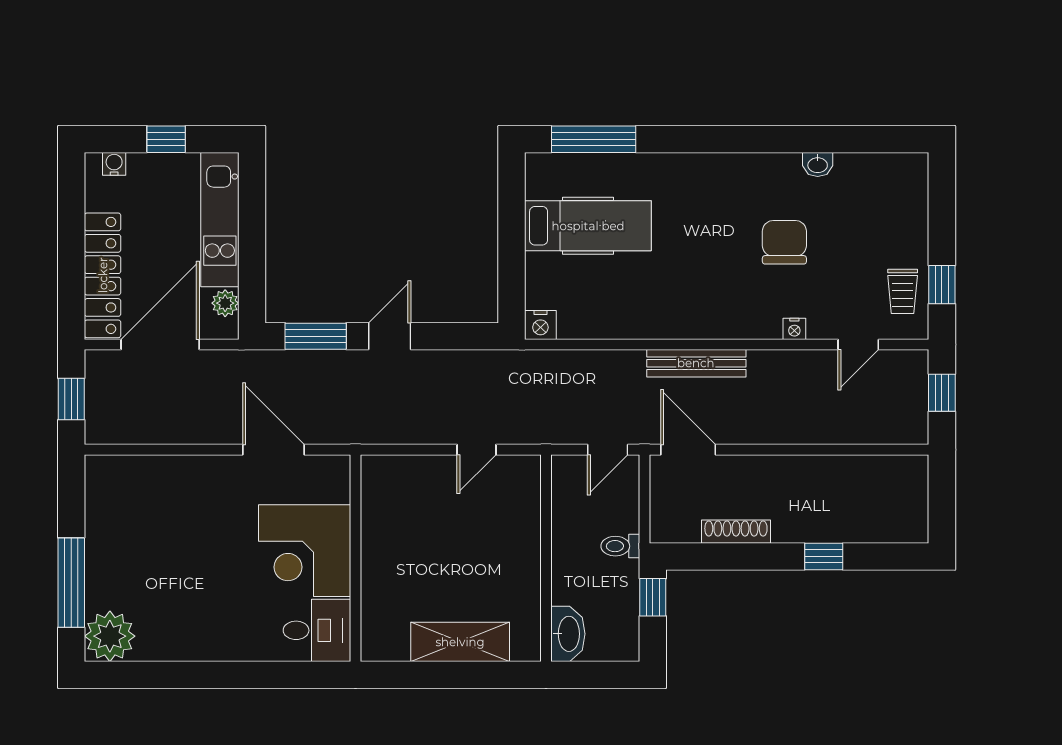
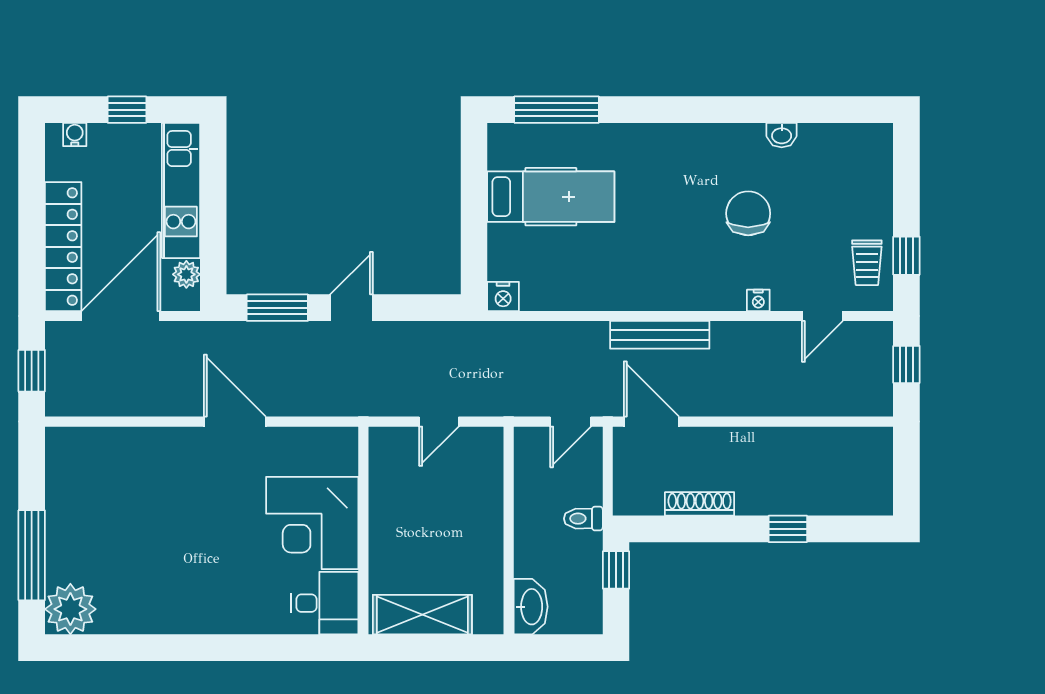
corner desk: (305, 551) -> (312, 523), moved
wall: (355, 558) -> (363, 531), moved
desk: (317, 630) -> (325, 603), moved

